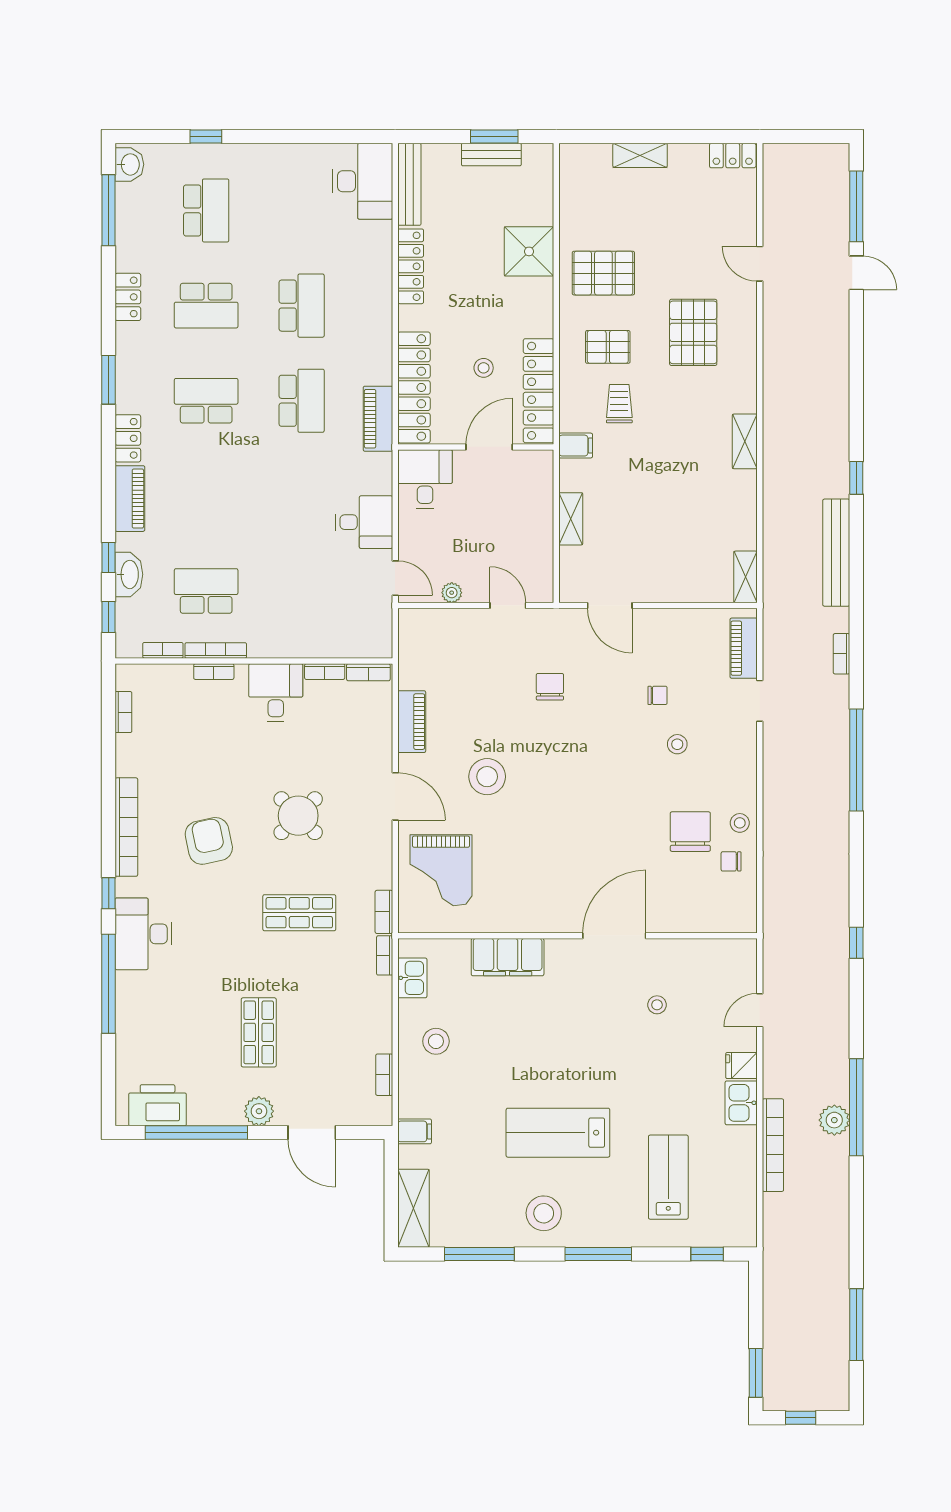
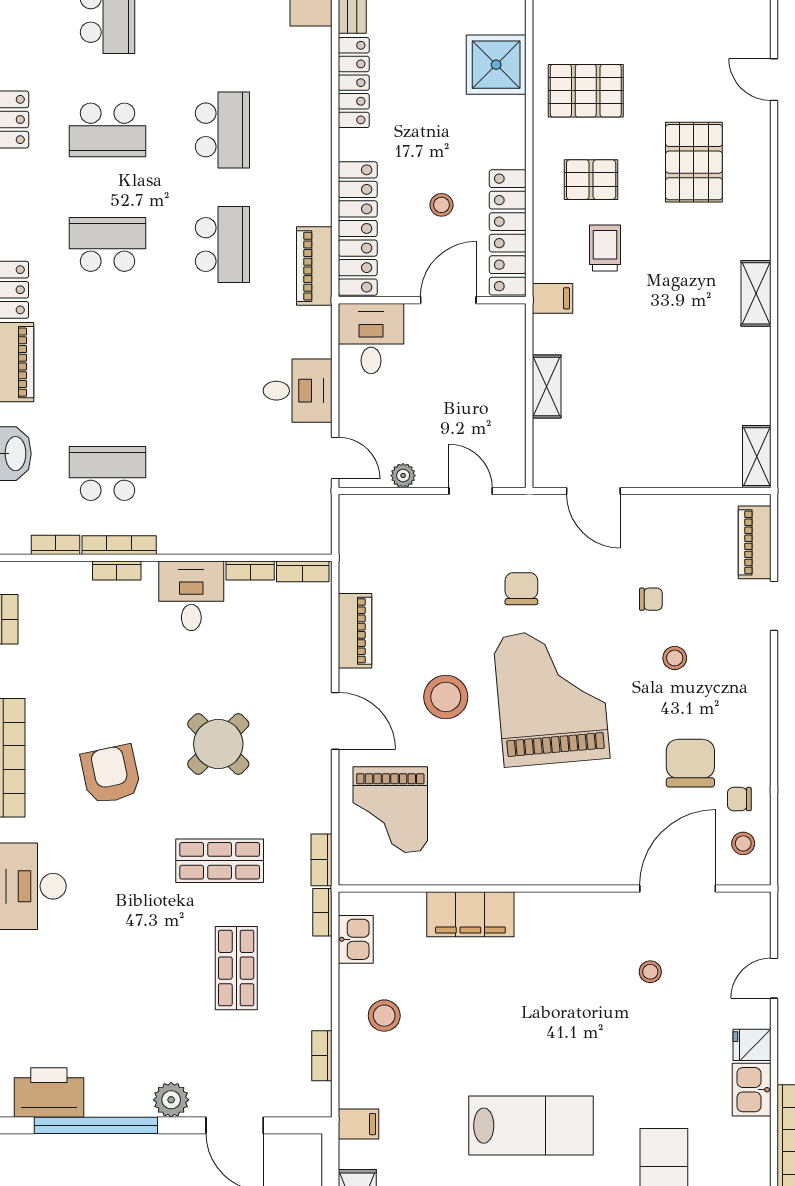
grand piano: (575, 777) -> (551, 697), added
stool: (740, 823) -> (743, 843), moved
door: (614, 936) -> (678, 888), moved
shop shelf: (259, 1032) -> (236, 968), moved
lab bench: (558, 1133) -> (531, 1126), turned 180

